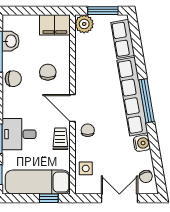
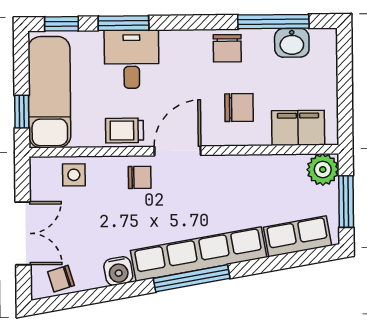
filing cabinet: (55, 25) -> (298, 128), moved, turned 90
trolley: (60, 139) -> (125, 130), turned 180

